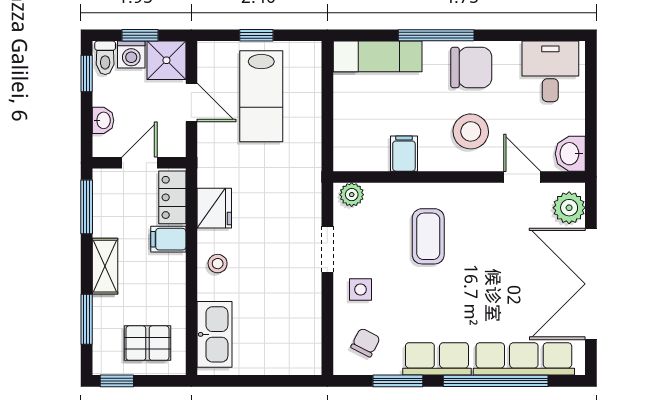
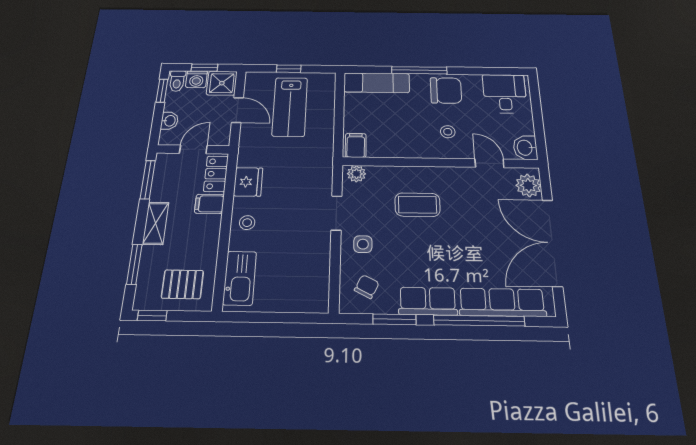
stool: (471, 131) -> (448, 132), width x0.53, depth x0.53
filing cabinet: (404, 154) -> (356, 145), moved
coffee table: (428, 236) -> (417, 205), turned 90

